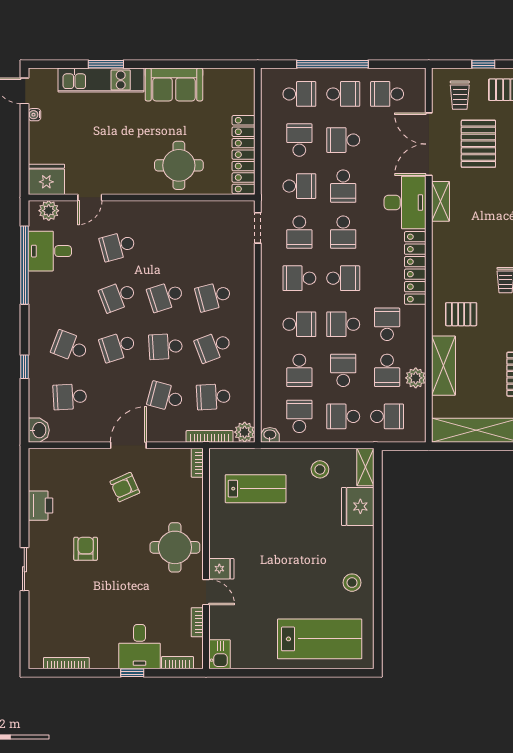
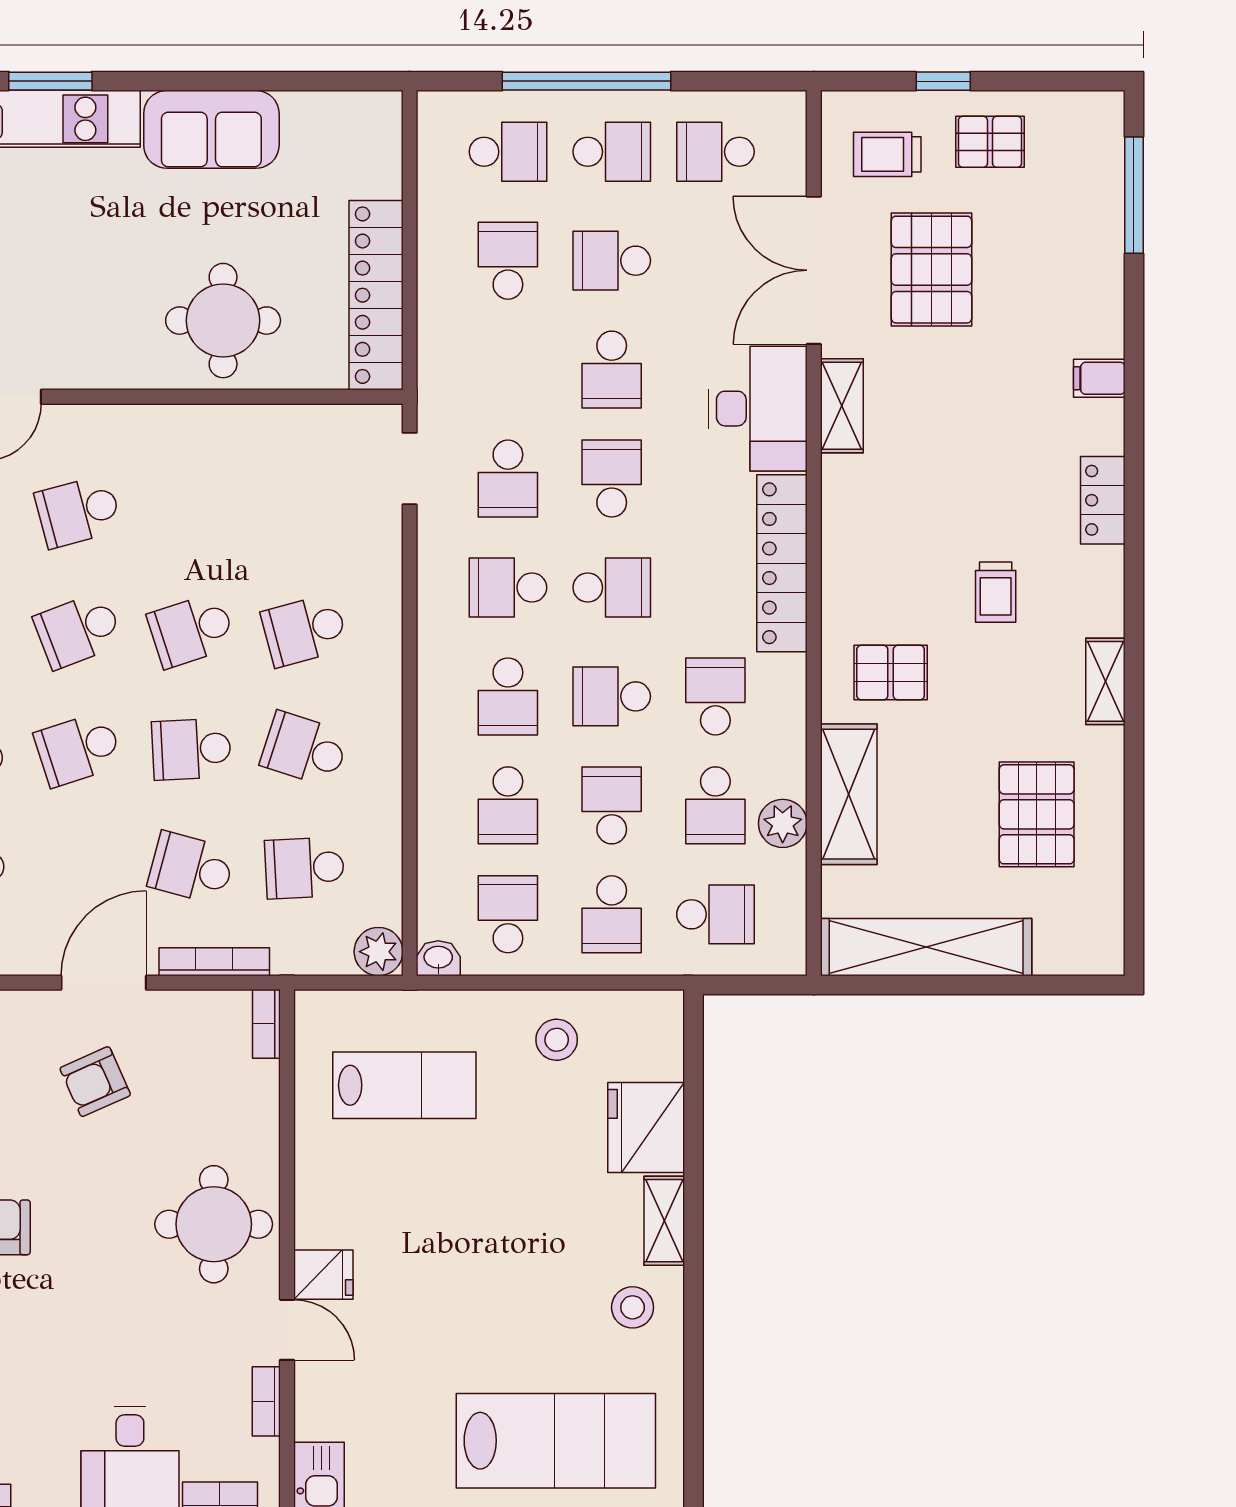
trolley: (460, 95) -> (887, 154), turned 90
school desk: (299, 186) -> (508, 370), removed
school desk: (343, 232) -> (612, 479), turned 180
school desk: (299, 324) -> (508, 696), turned 90
school desk: (213, 347) -> (305, 749), turned 39
school desk: (343, 416) -> (612, 914), turned -90
bookcase: (210, 436) -> (214, 962), moved
shelving: (365, 467) -> (664, 1221), moved

